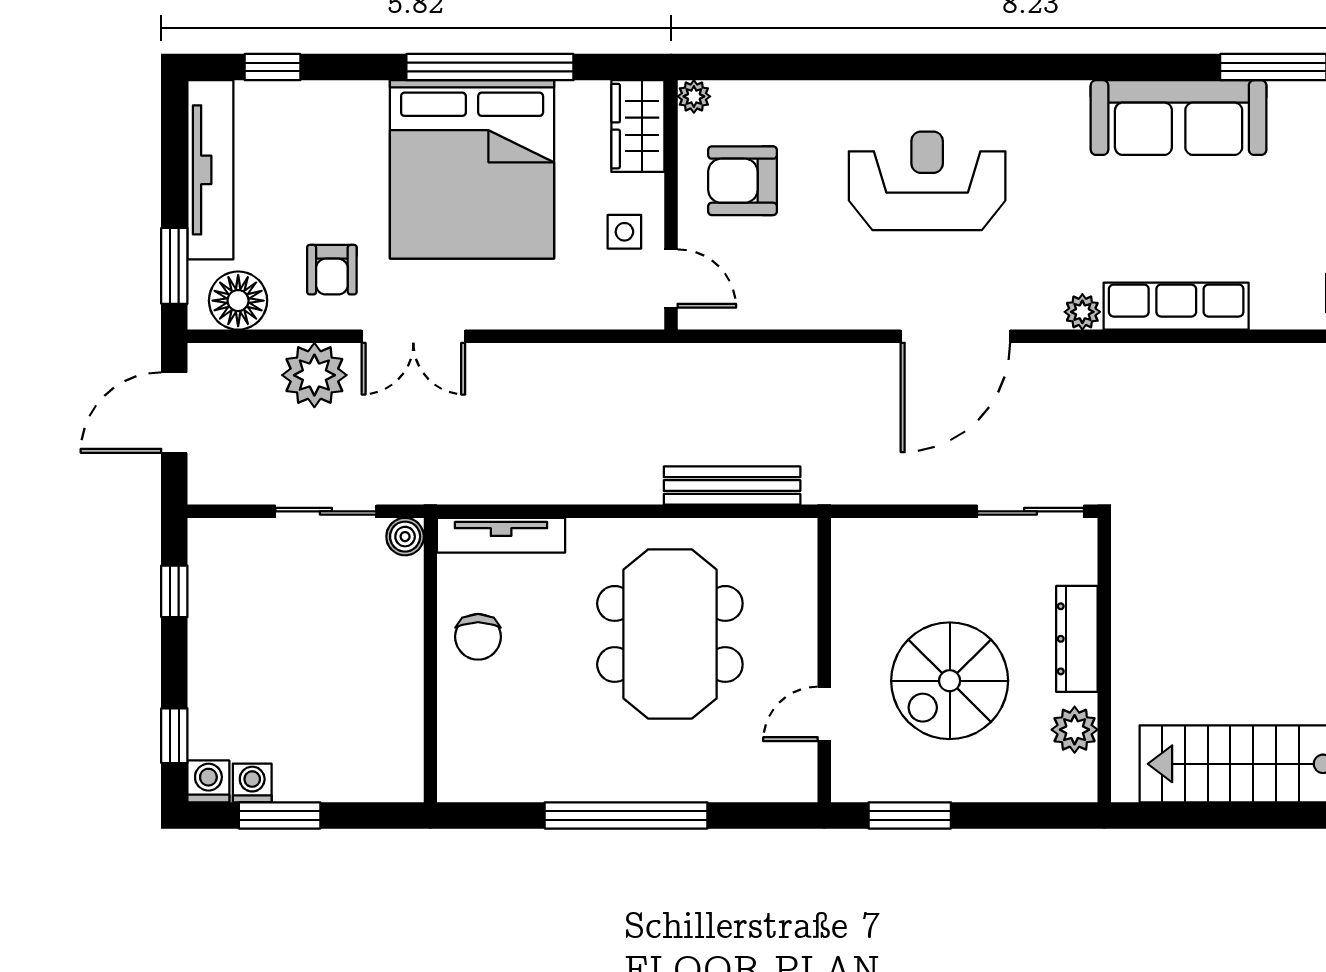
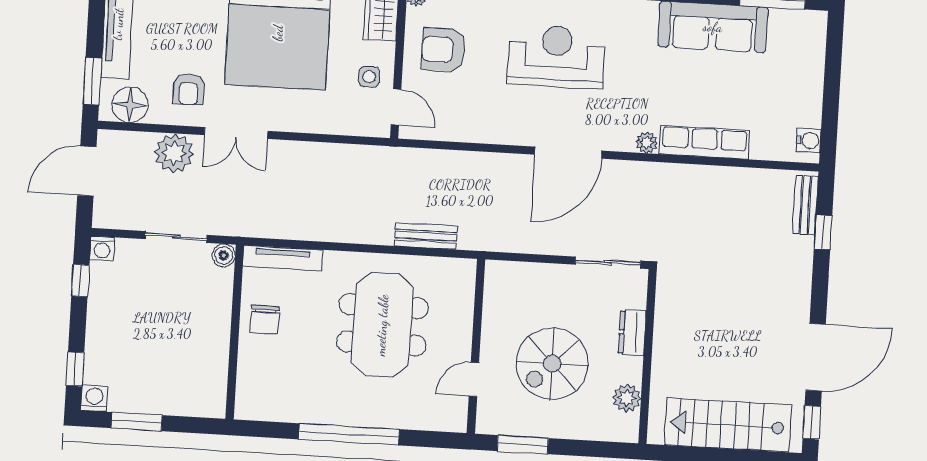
bench: (732, 486) -> (426, 236), width x0.73
dresser: (1077, 639) -> (632, 333), width x0.70
washing machine: (252, 783) -> (102, 249), moved, turned 180

